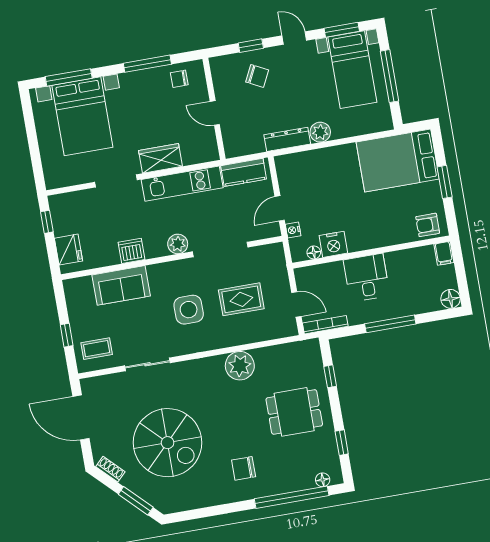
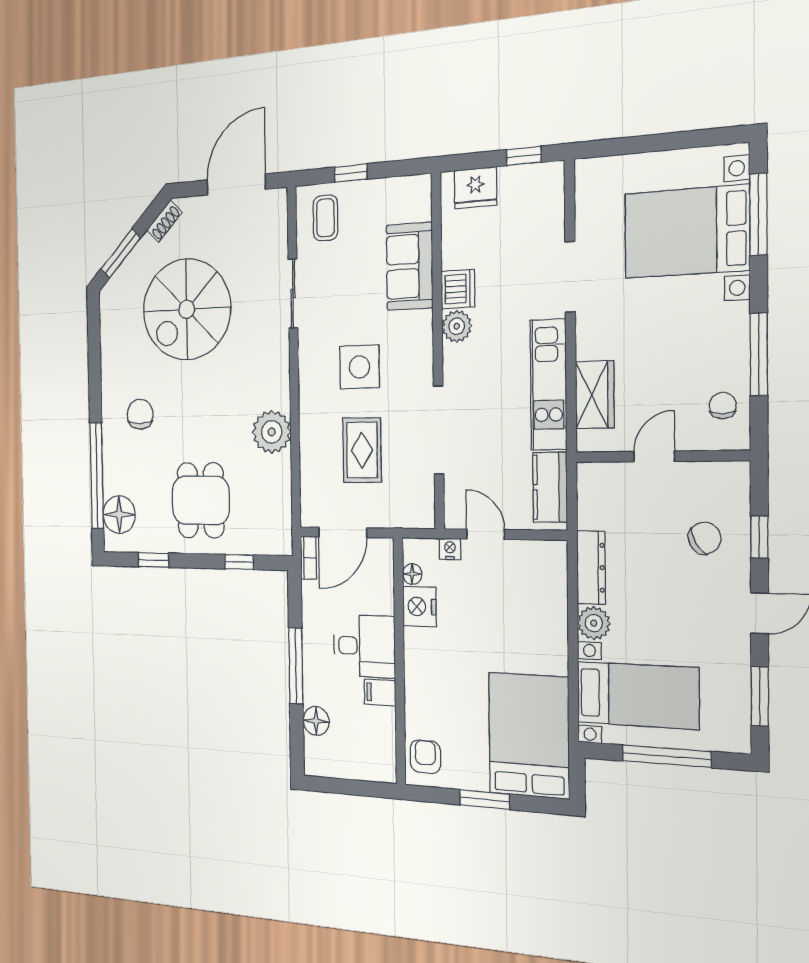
bed with nightstands: (352, 70) -> (638, 695), moved, turned 180
chair: (257, 76) -> (705, 538), turned -147
wardrobe: (160, 158) -> (595, 395), moved
plant: (178, 244) -> (457, 326), moved
filing cabinet: (444, 253) -> (380, 692), moved
floor lamp: (451, 299) -> (316, 721), moved
door: (296, 304) -> (343, 532), width x1.38
bookcase: (325, 325) -> (308, 558), width x0.64
floor lamp: (323, 480) -> (119, 515), width x1.89, depth x1.89

